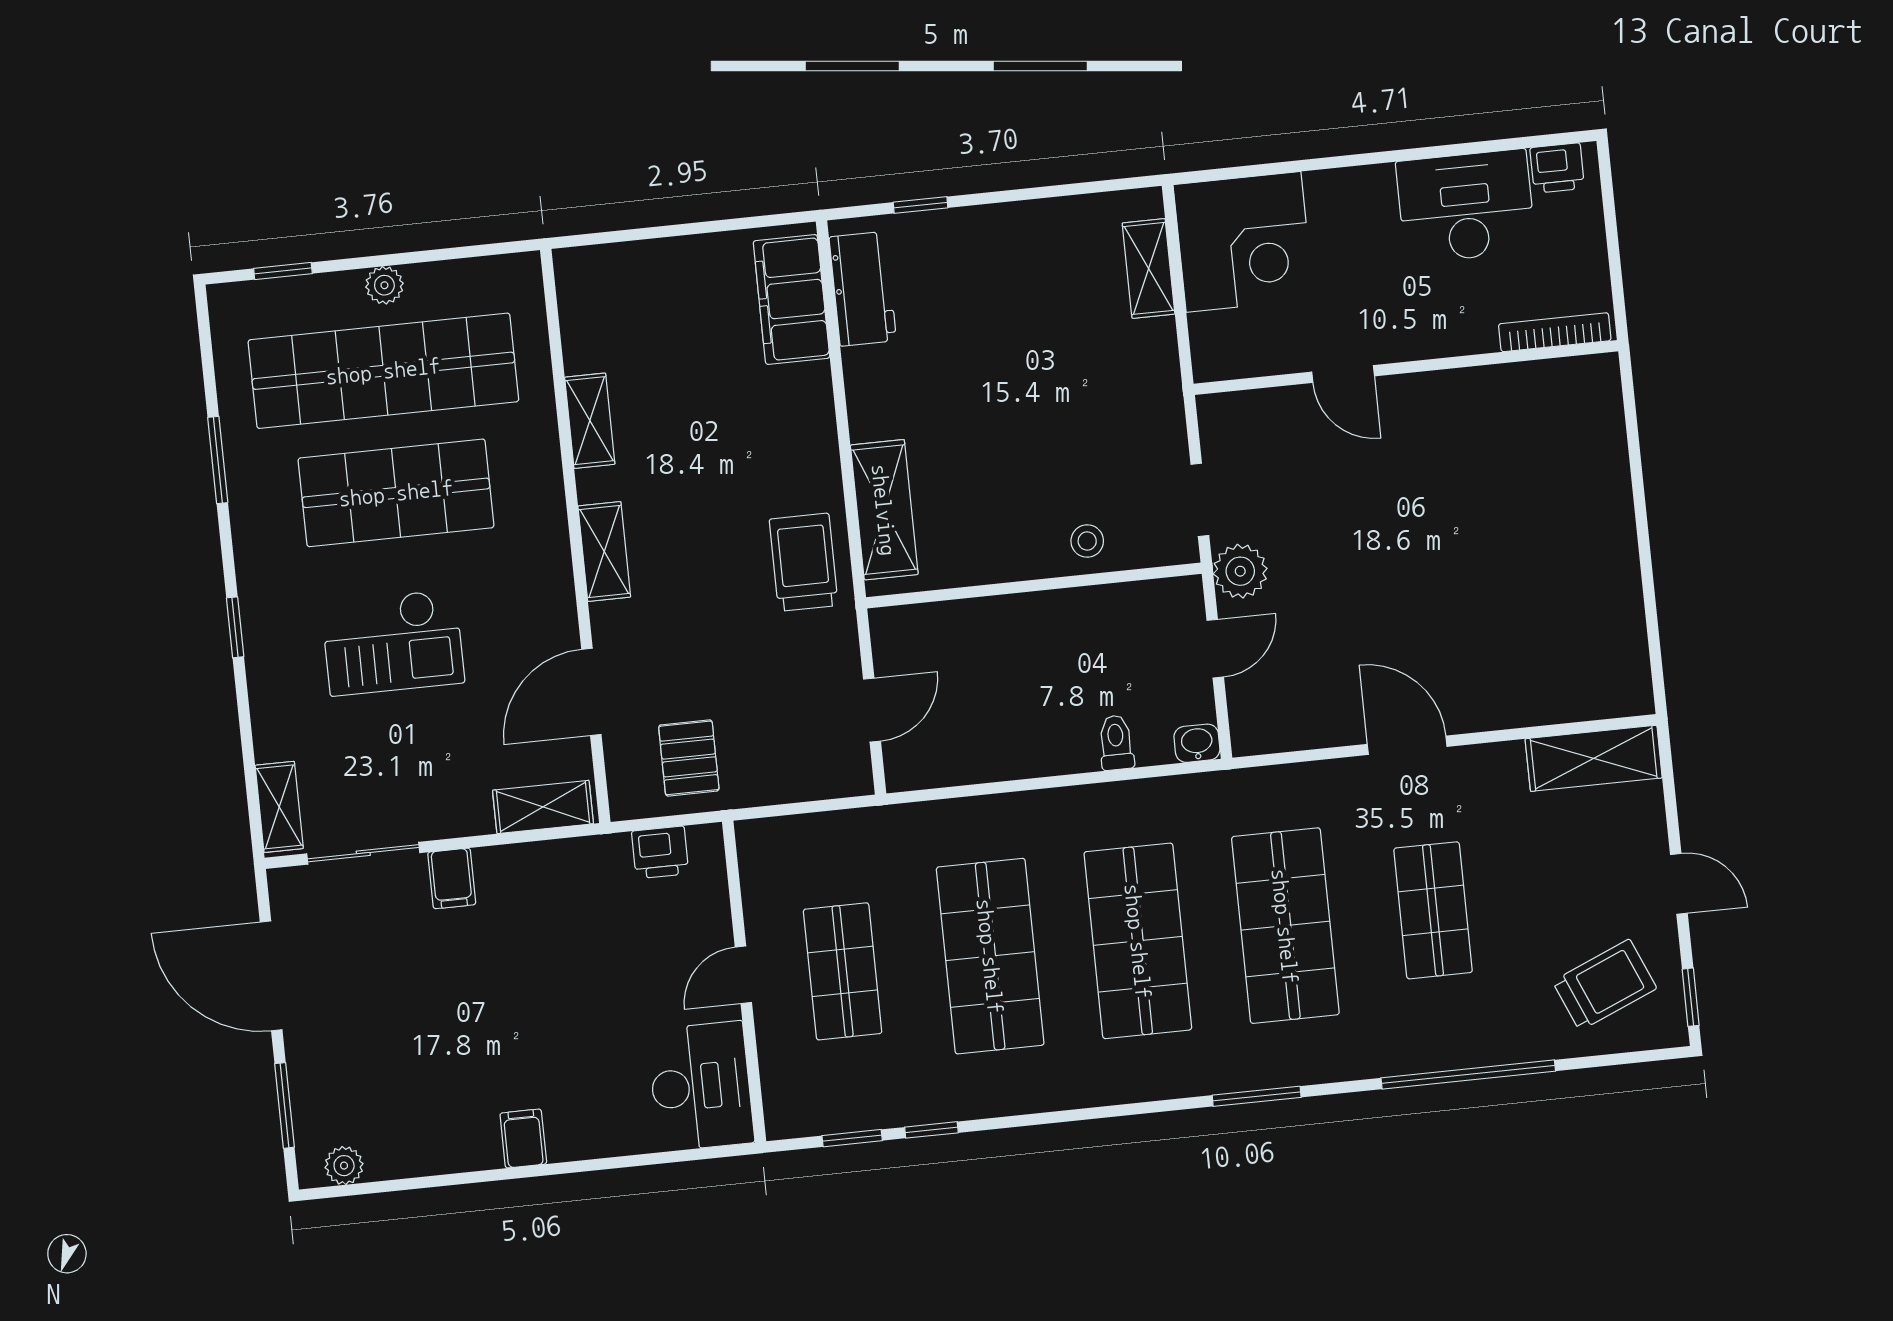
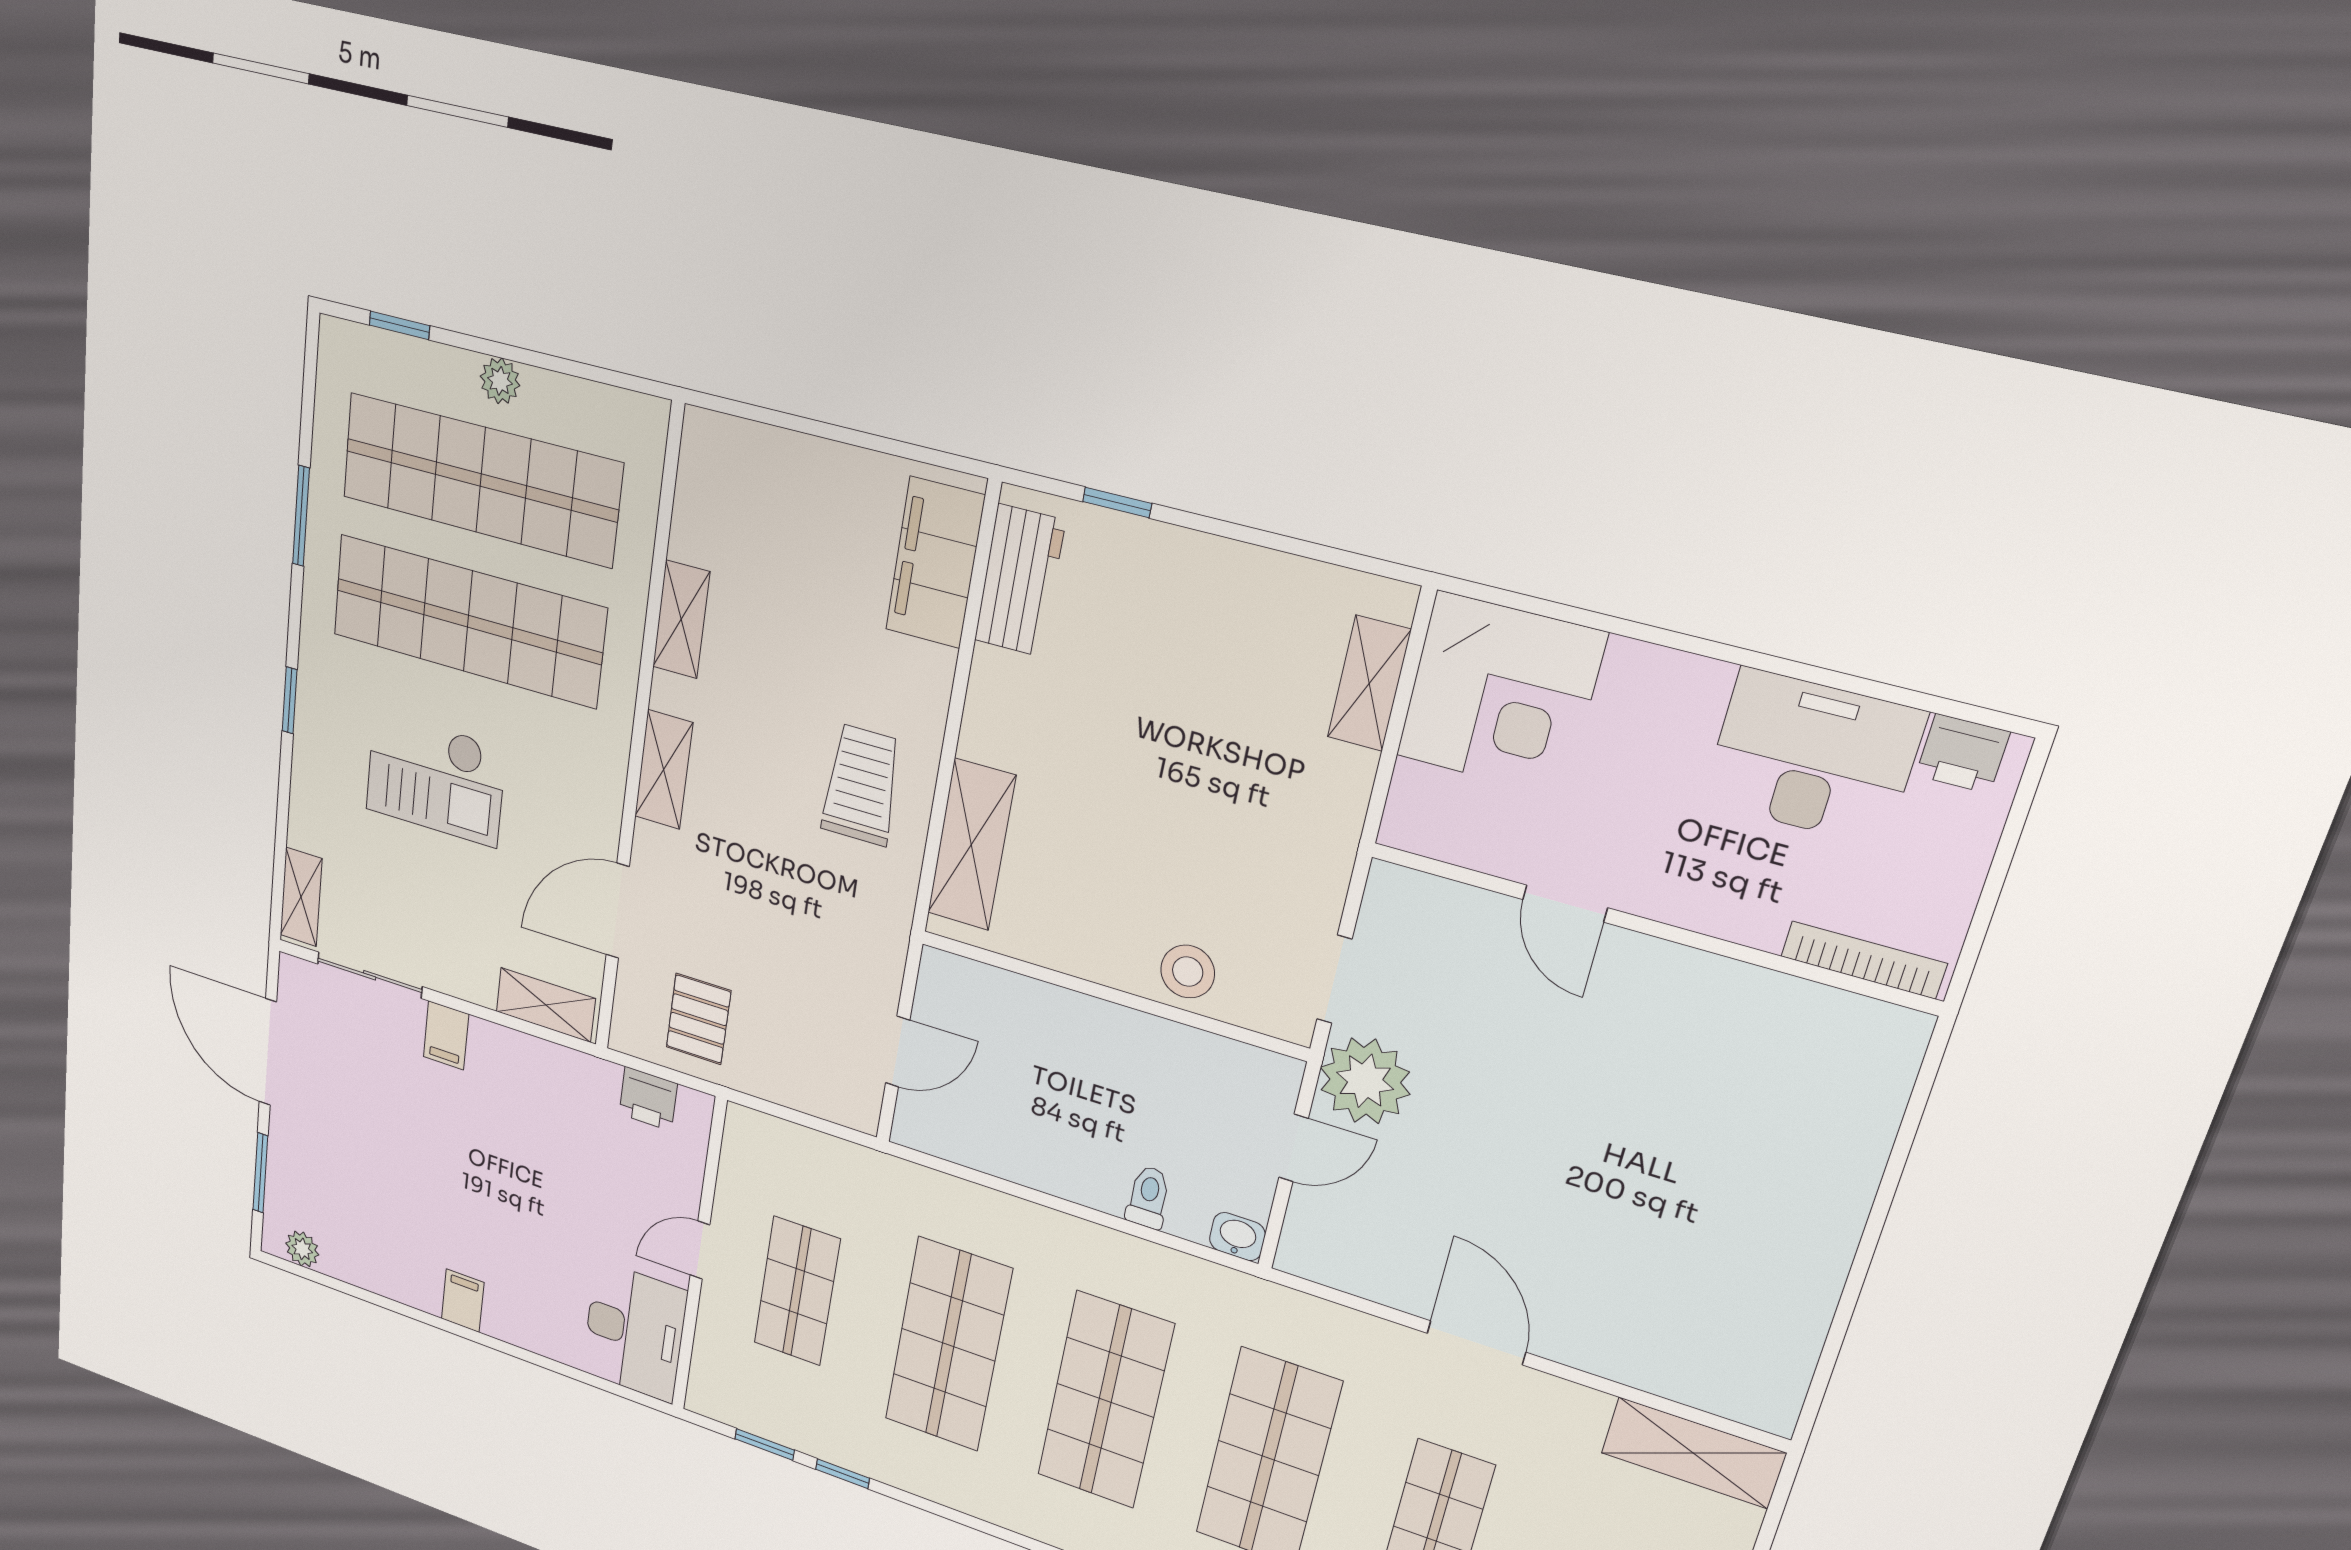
shop shelf: (396, 493) -> (468, 621), width x1.40
stool: (1087, 541) -> (1188, 972), width x1.37, depth x1.37
trolley: (804, 562) -> (861, 785), moved
plant: (1240, 571) -> (1365, 1081), width x1.36, depth x1.36

